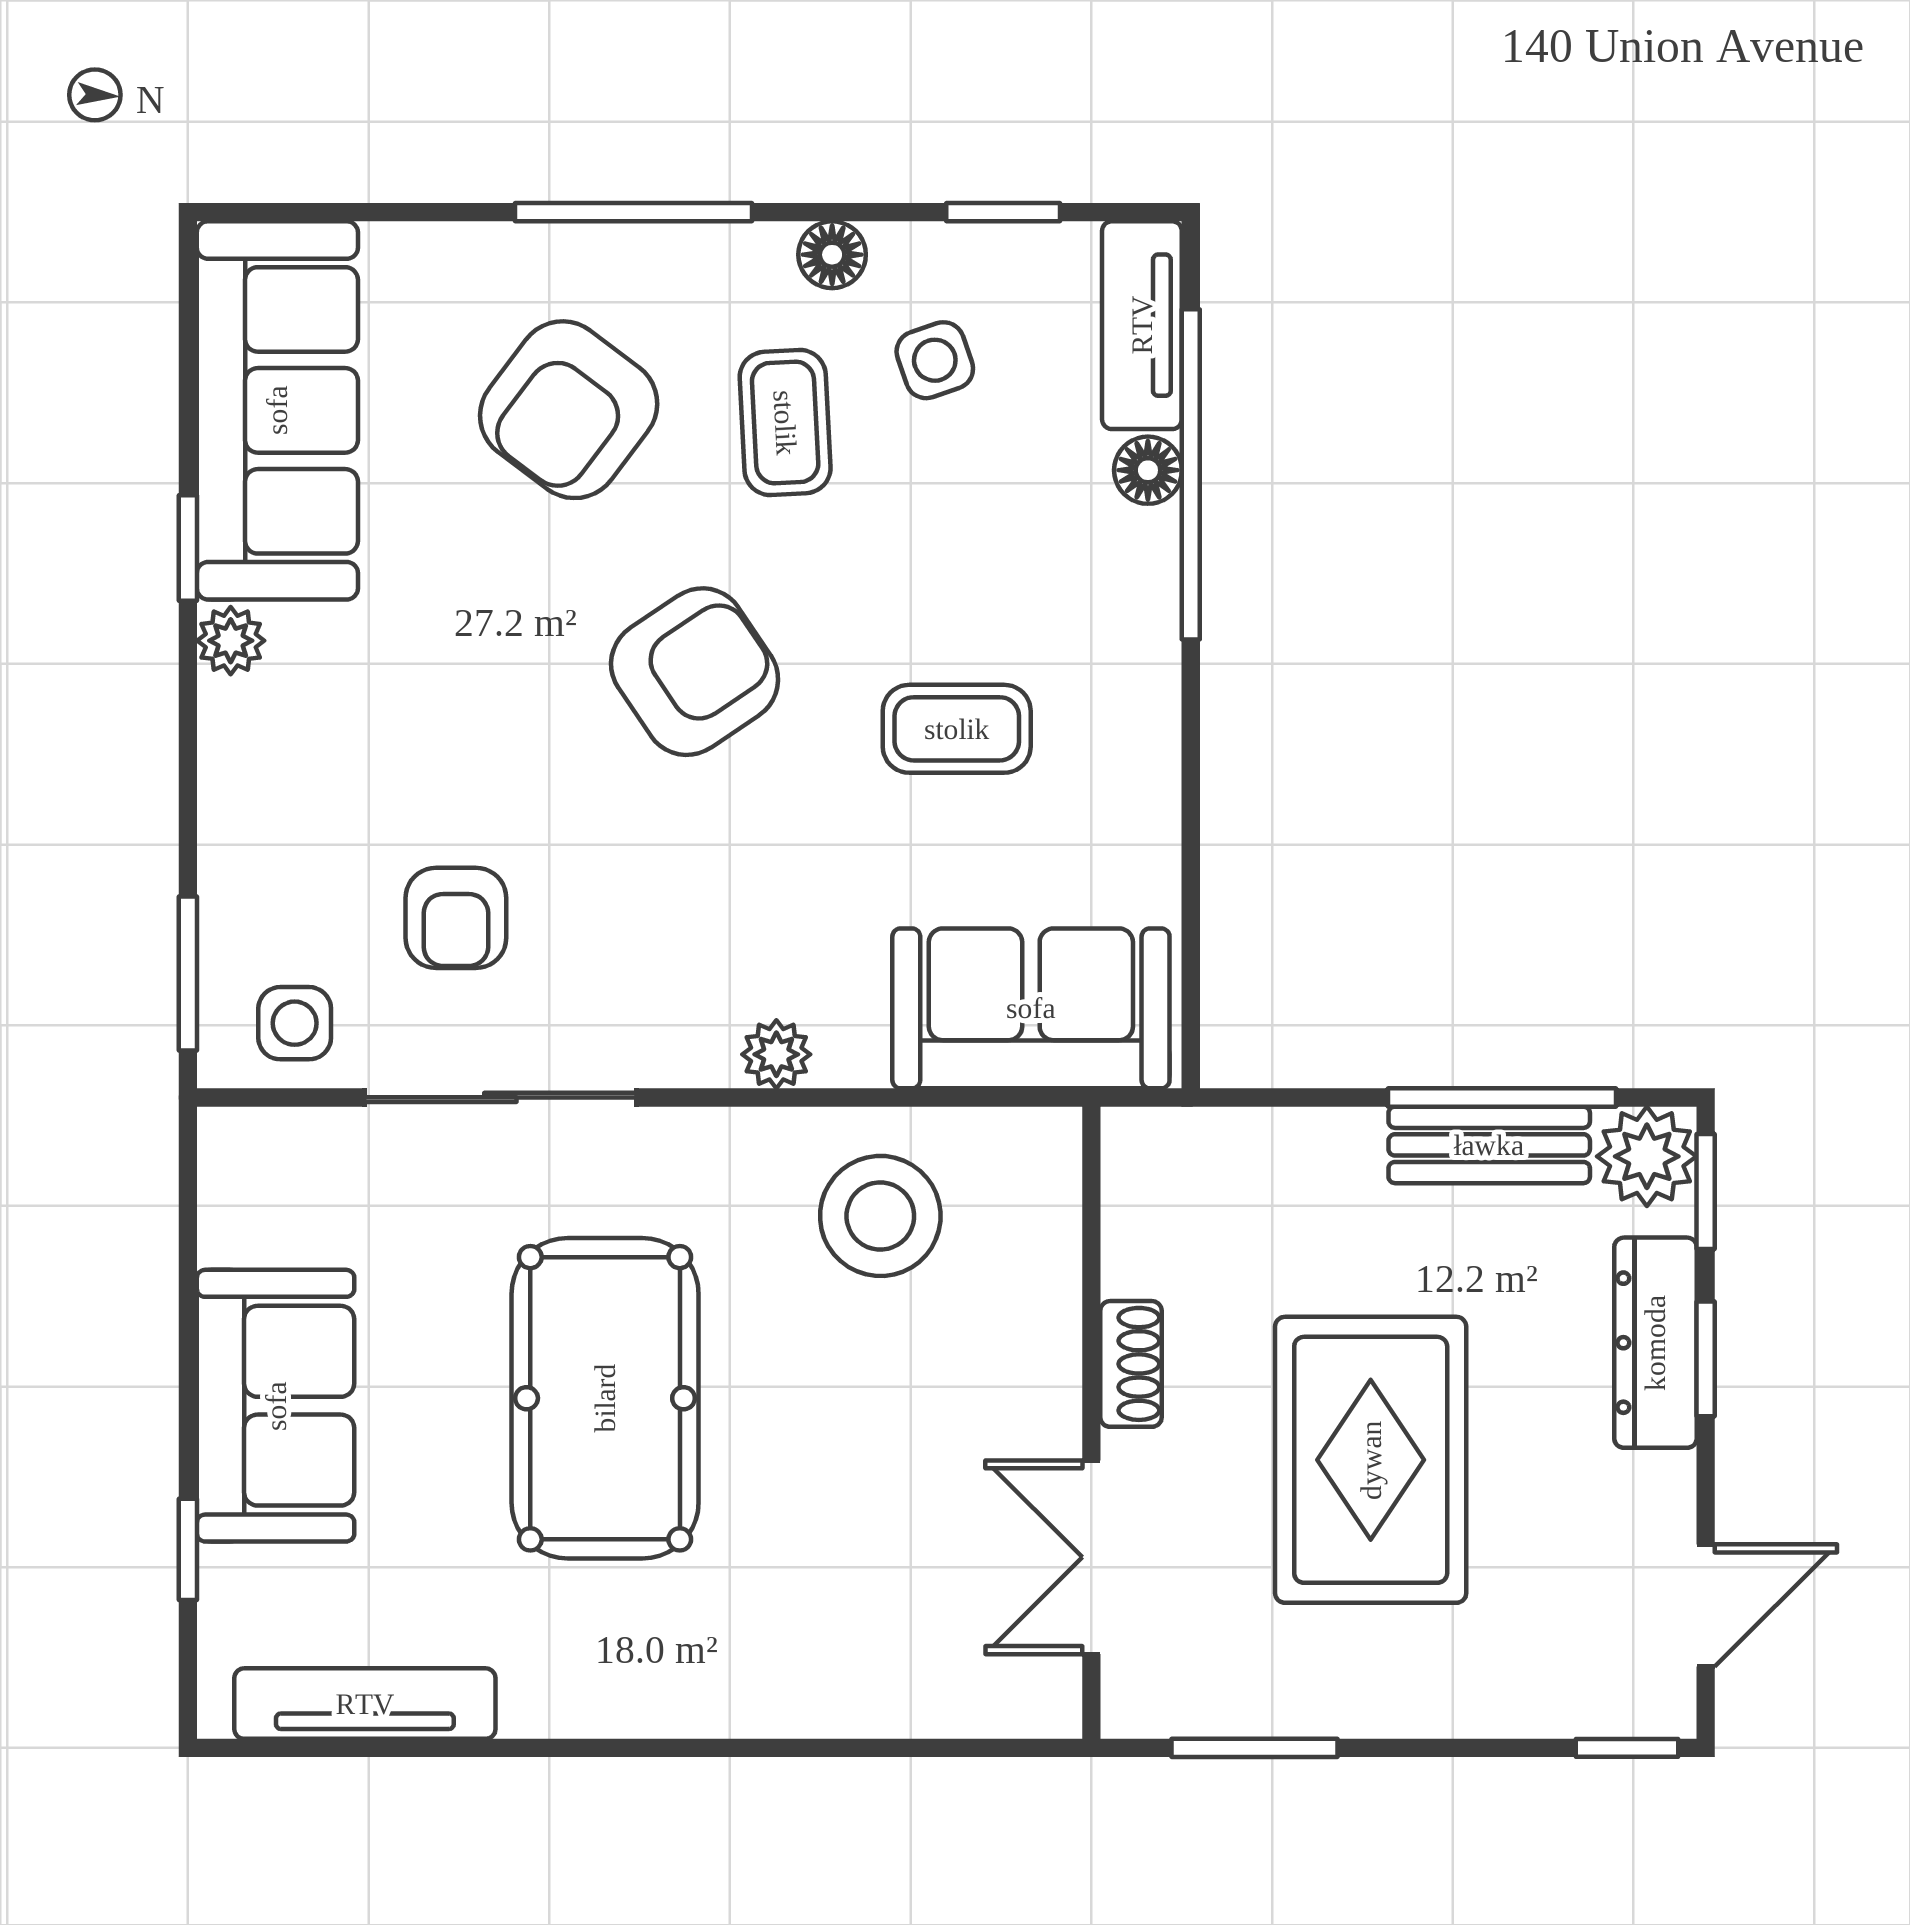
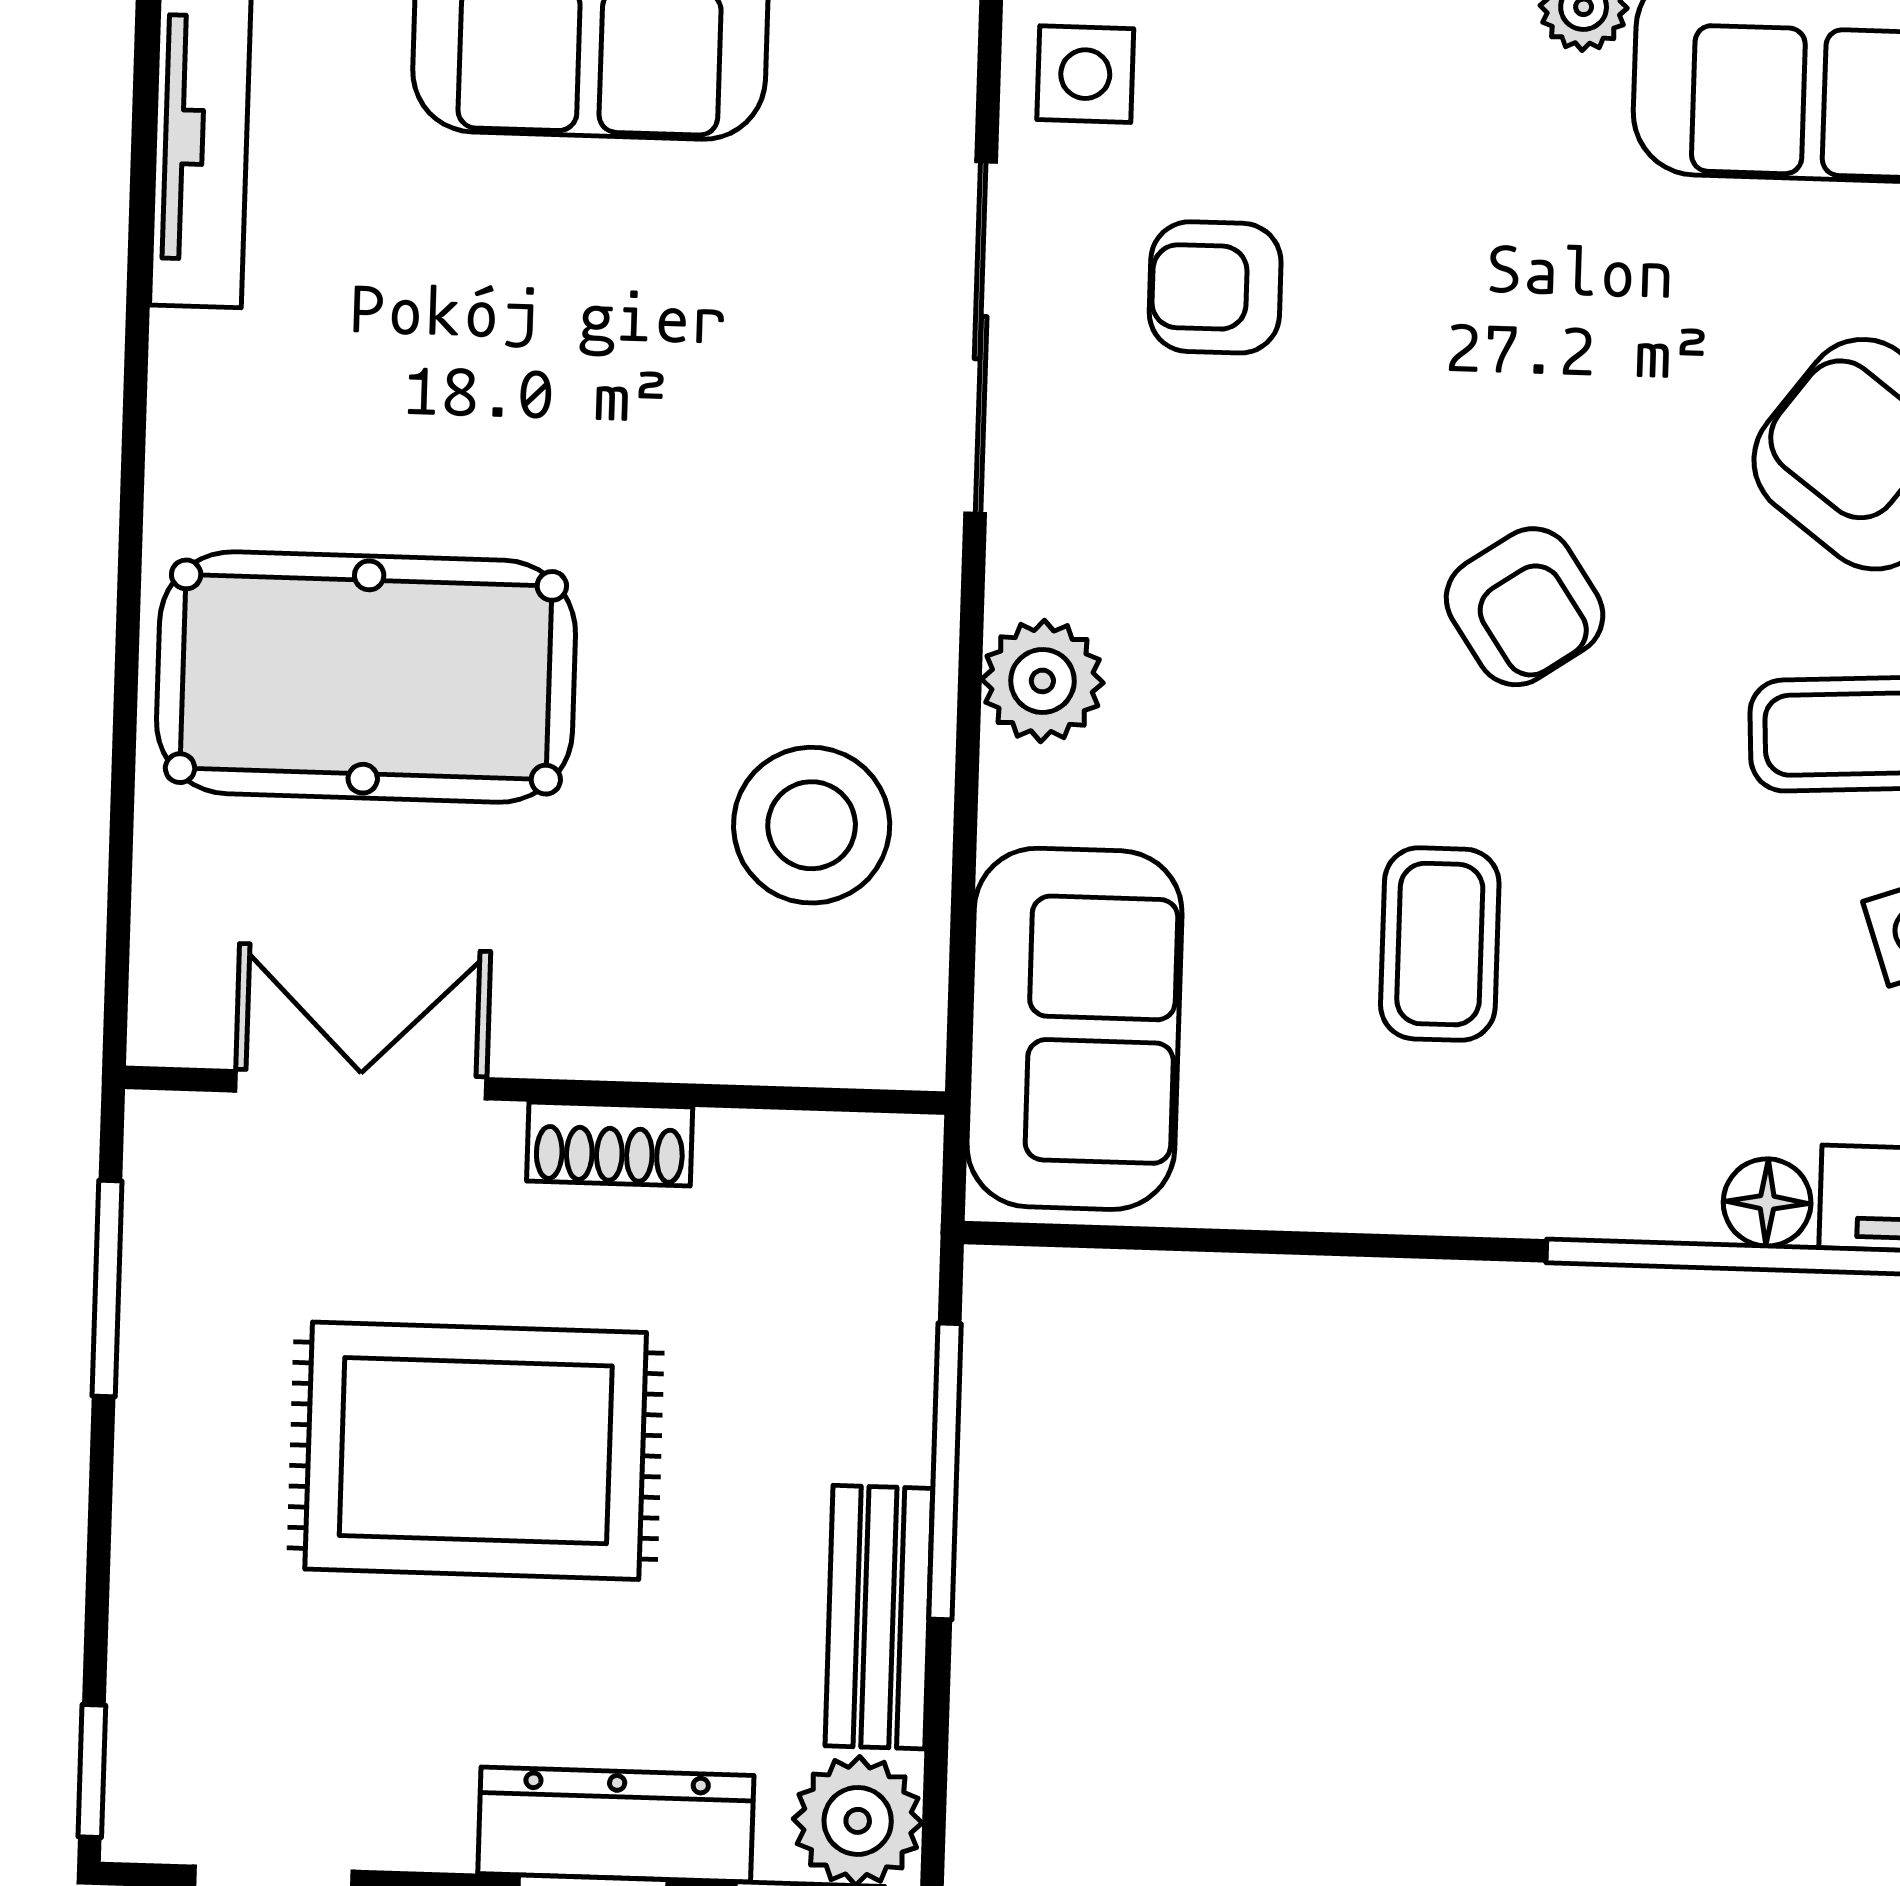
armchair: (695, 672) -> (1525, 607), width x0.72, depth x0.72
plant: (776, 1054) -> (1042, 681), width x1.38, depth x1.38
window: (1502, 1097) -> (945, 1471), moved
pool table: (605, 1398) -> (366, 677), moved

